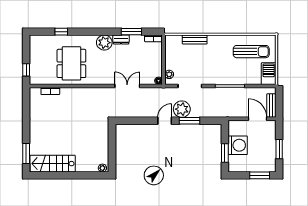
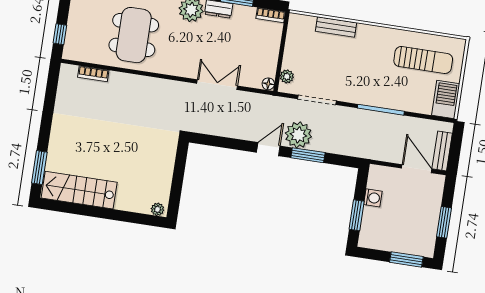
washing machine: (238, 145) -> (373, 198), width x0.53, depth x0.53

